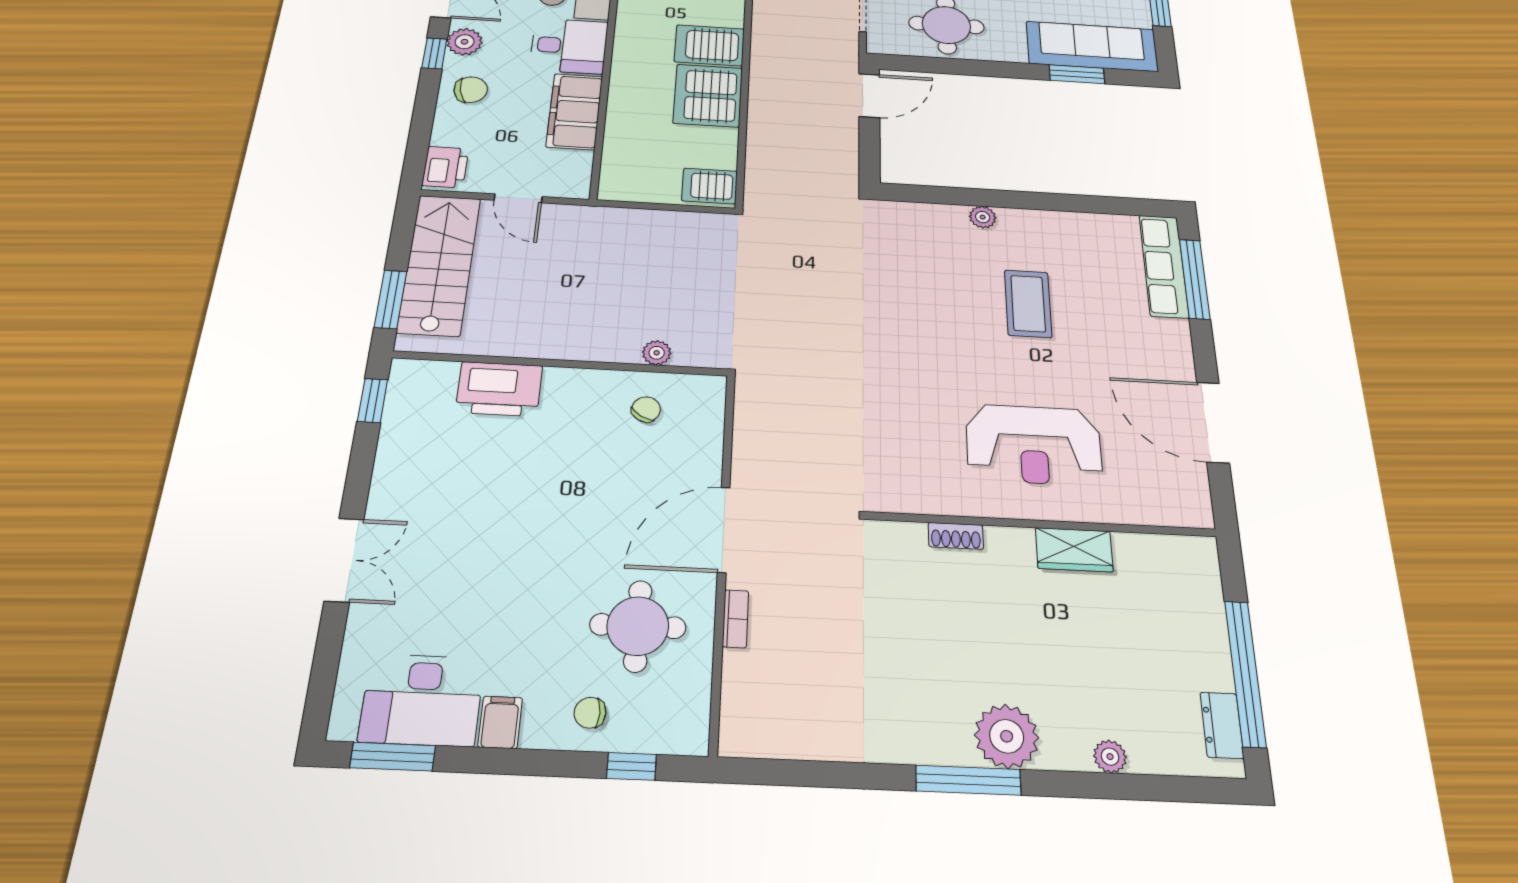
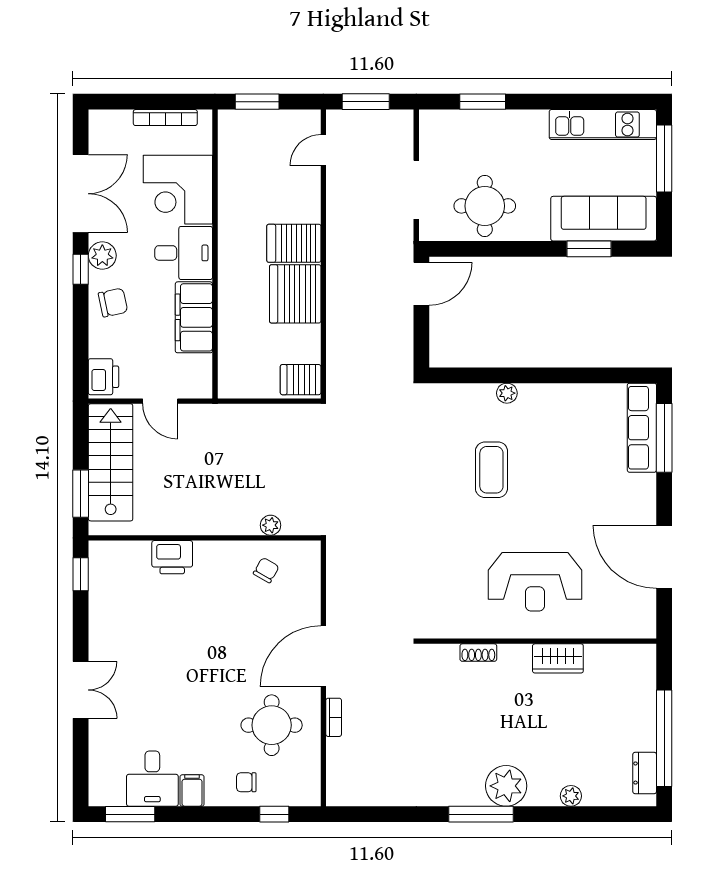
coffee table: (1028, 304) -> (491, 470), moved
printer: (499, 389) -> (172, 557), width x0.73, depth x0.84
desk: (422, 700) -> (152, 779), width x0.73

